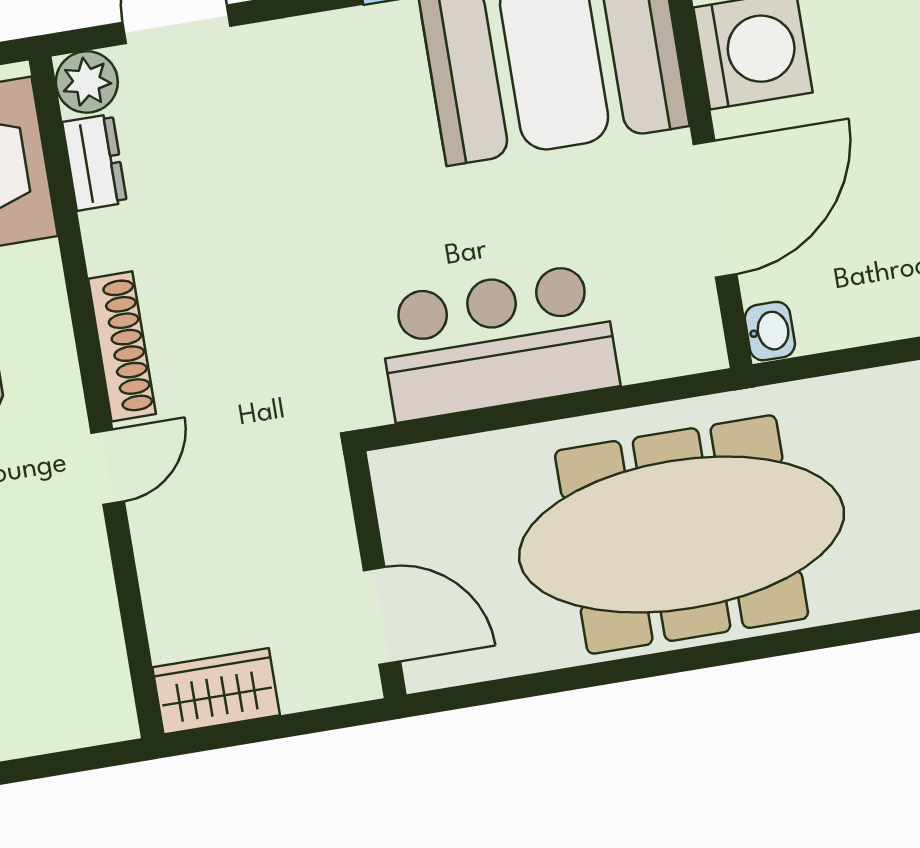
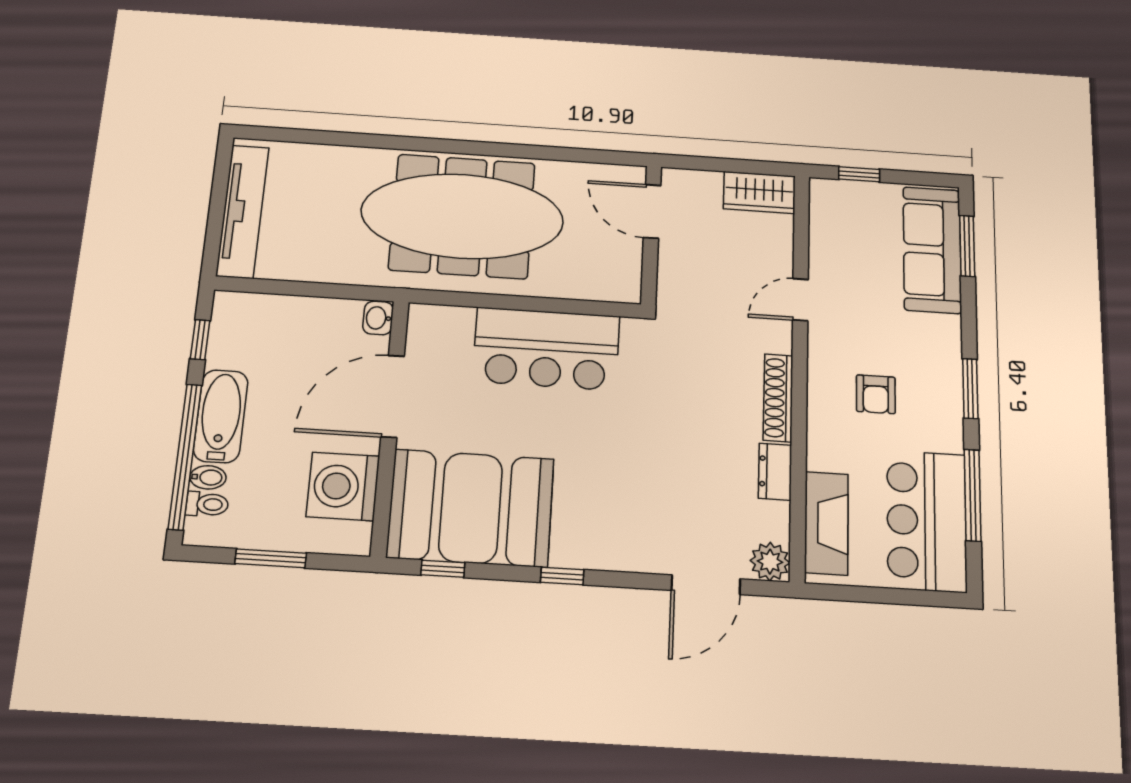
dresser: (95, 162) -> (775, 472), moved
door: (108, 467) -> (800, 300), moved
window: (60, 763) -> (859, 174), added

